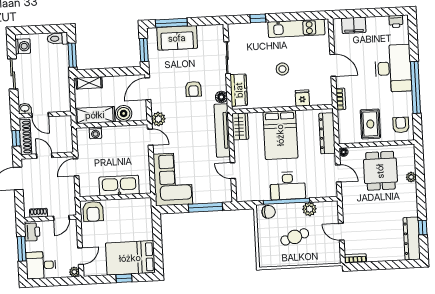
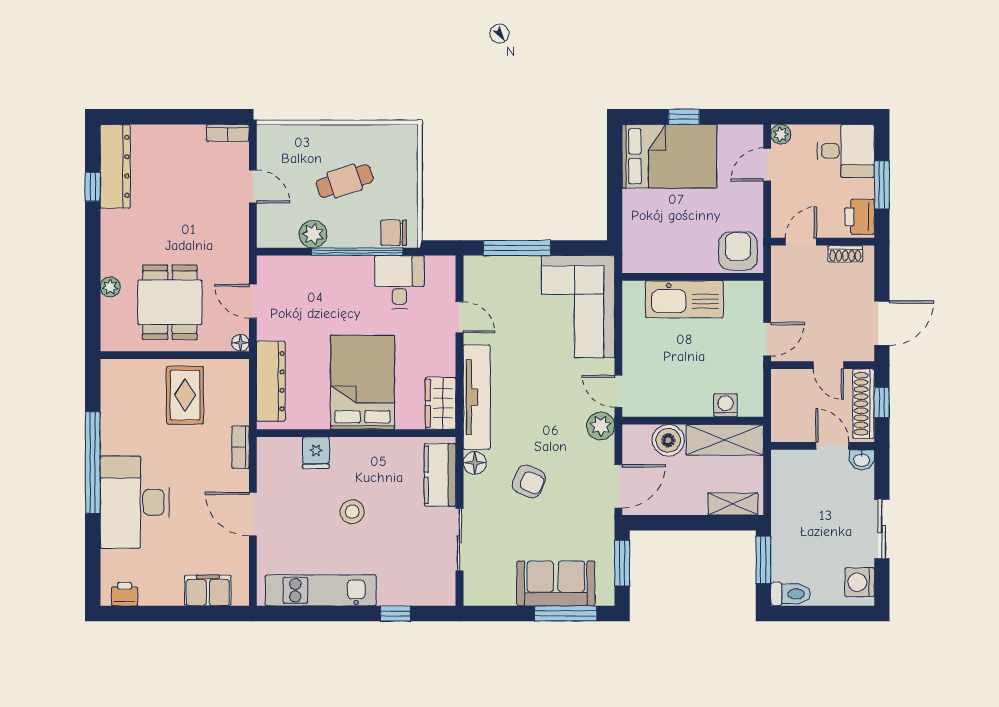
armchair: (193, 89) -> (529, 481), turned 113
armchair: (401, 125) -> (125, 390), removed
desk: (288, 186) -> (399, 282), moved, width x0.73

